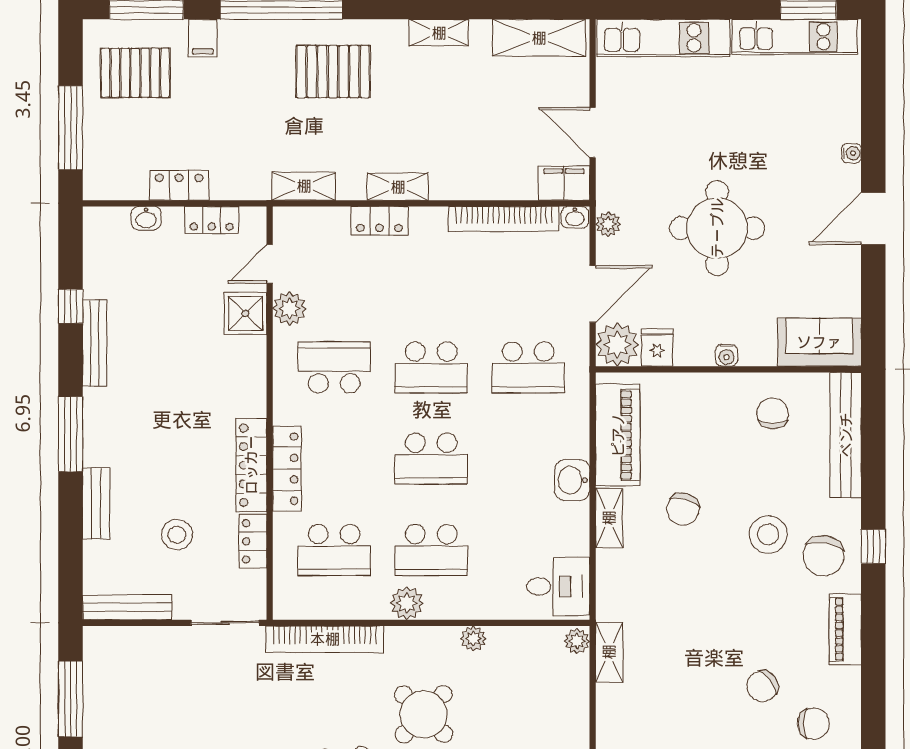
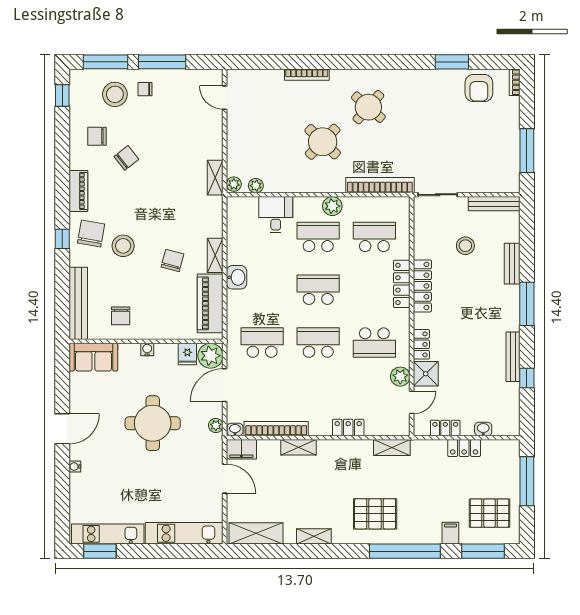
shelving: (398, 187) -> (299, 447), moved
locker: (253, 541) -> (421, 344), moved
desk: (558, 586) -> (276, 215), moved, turned 90
plant: (473, 638) -> (256, 186), moved

